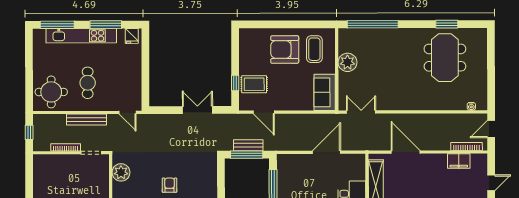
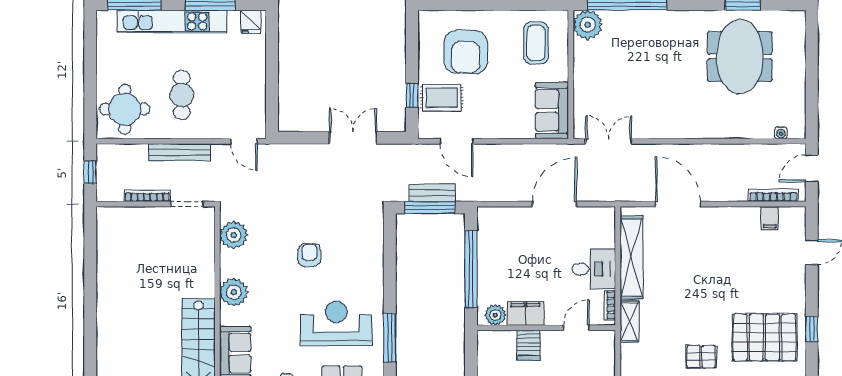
armchair: (285, 49) -> (466, 52), moved, turned -90
plant: (347, 62) -> (588, 25), moved
filing cabinet: (459, 161) -> (770, 218), width x0.50

